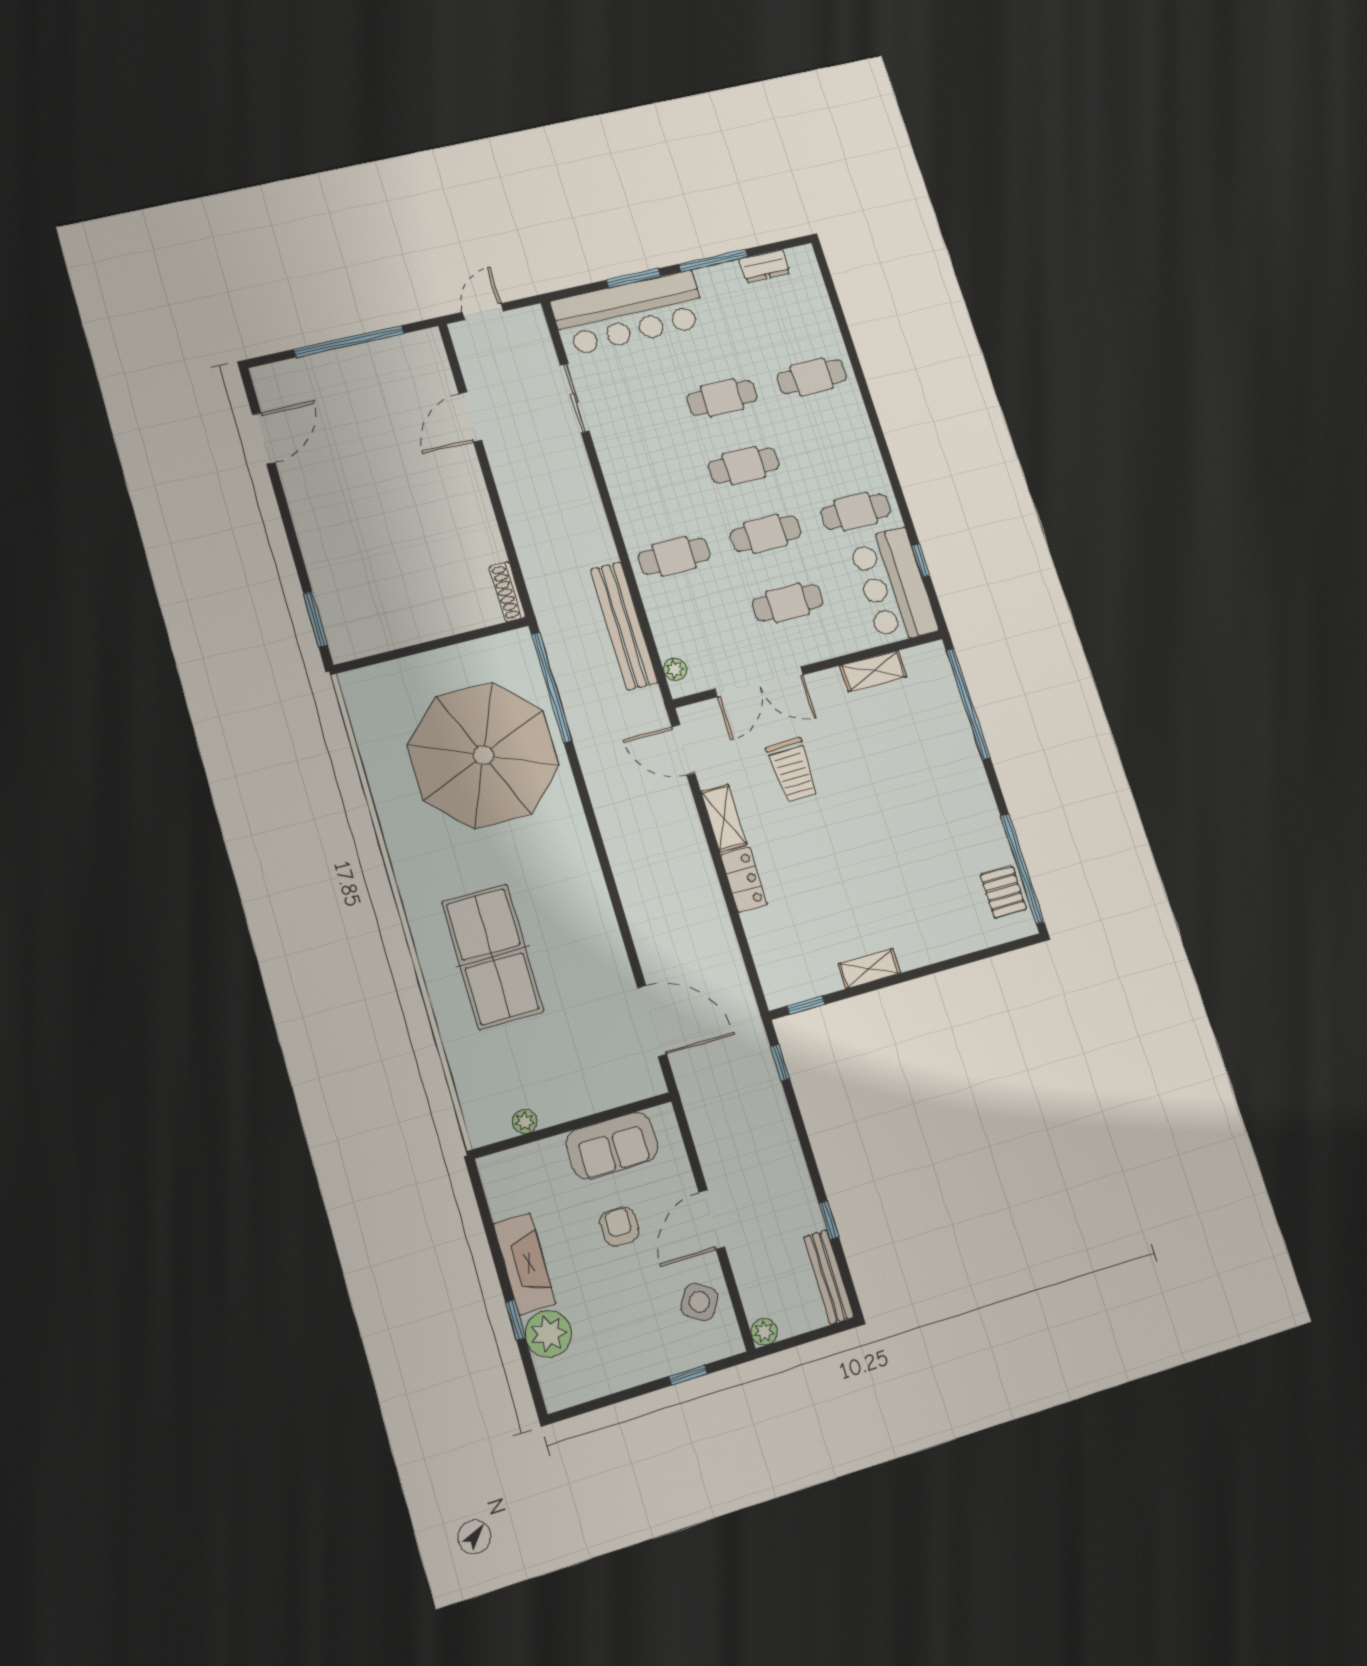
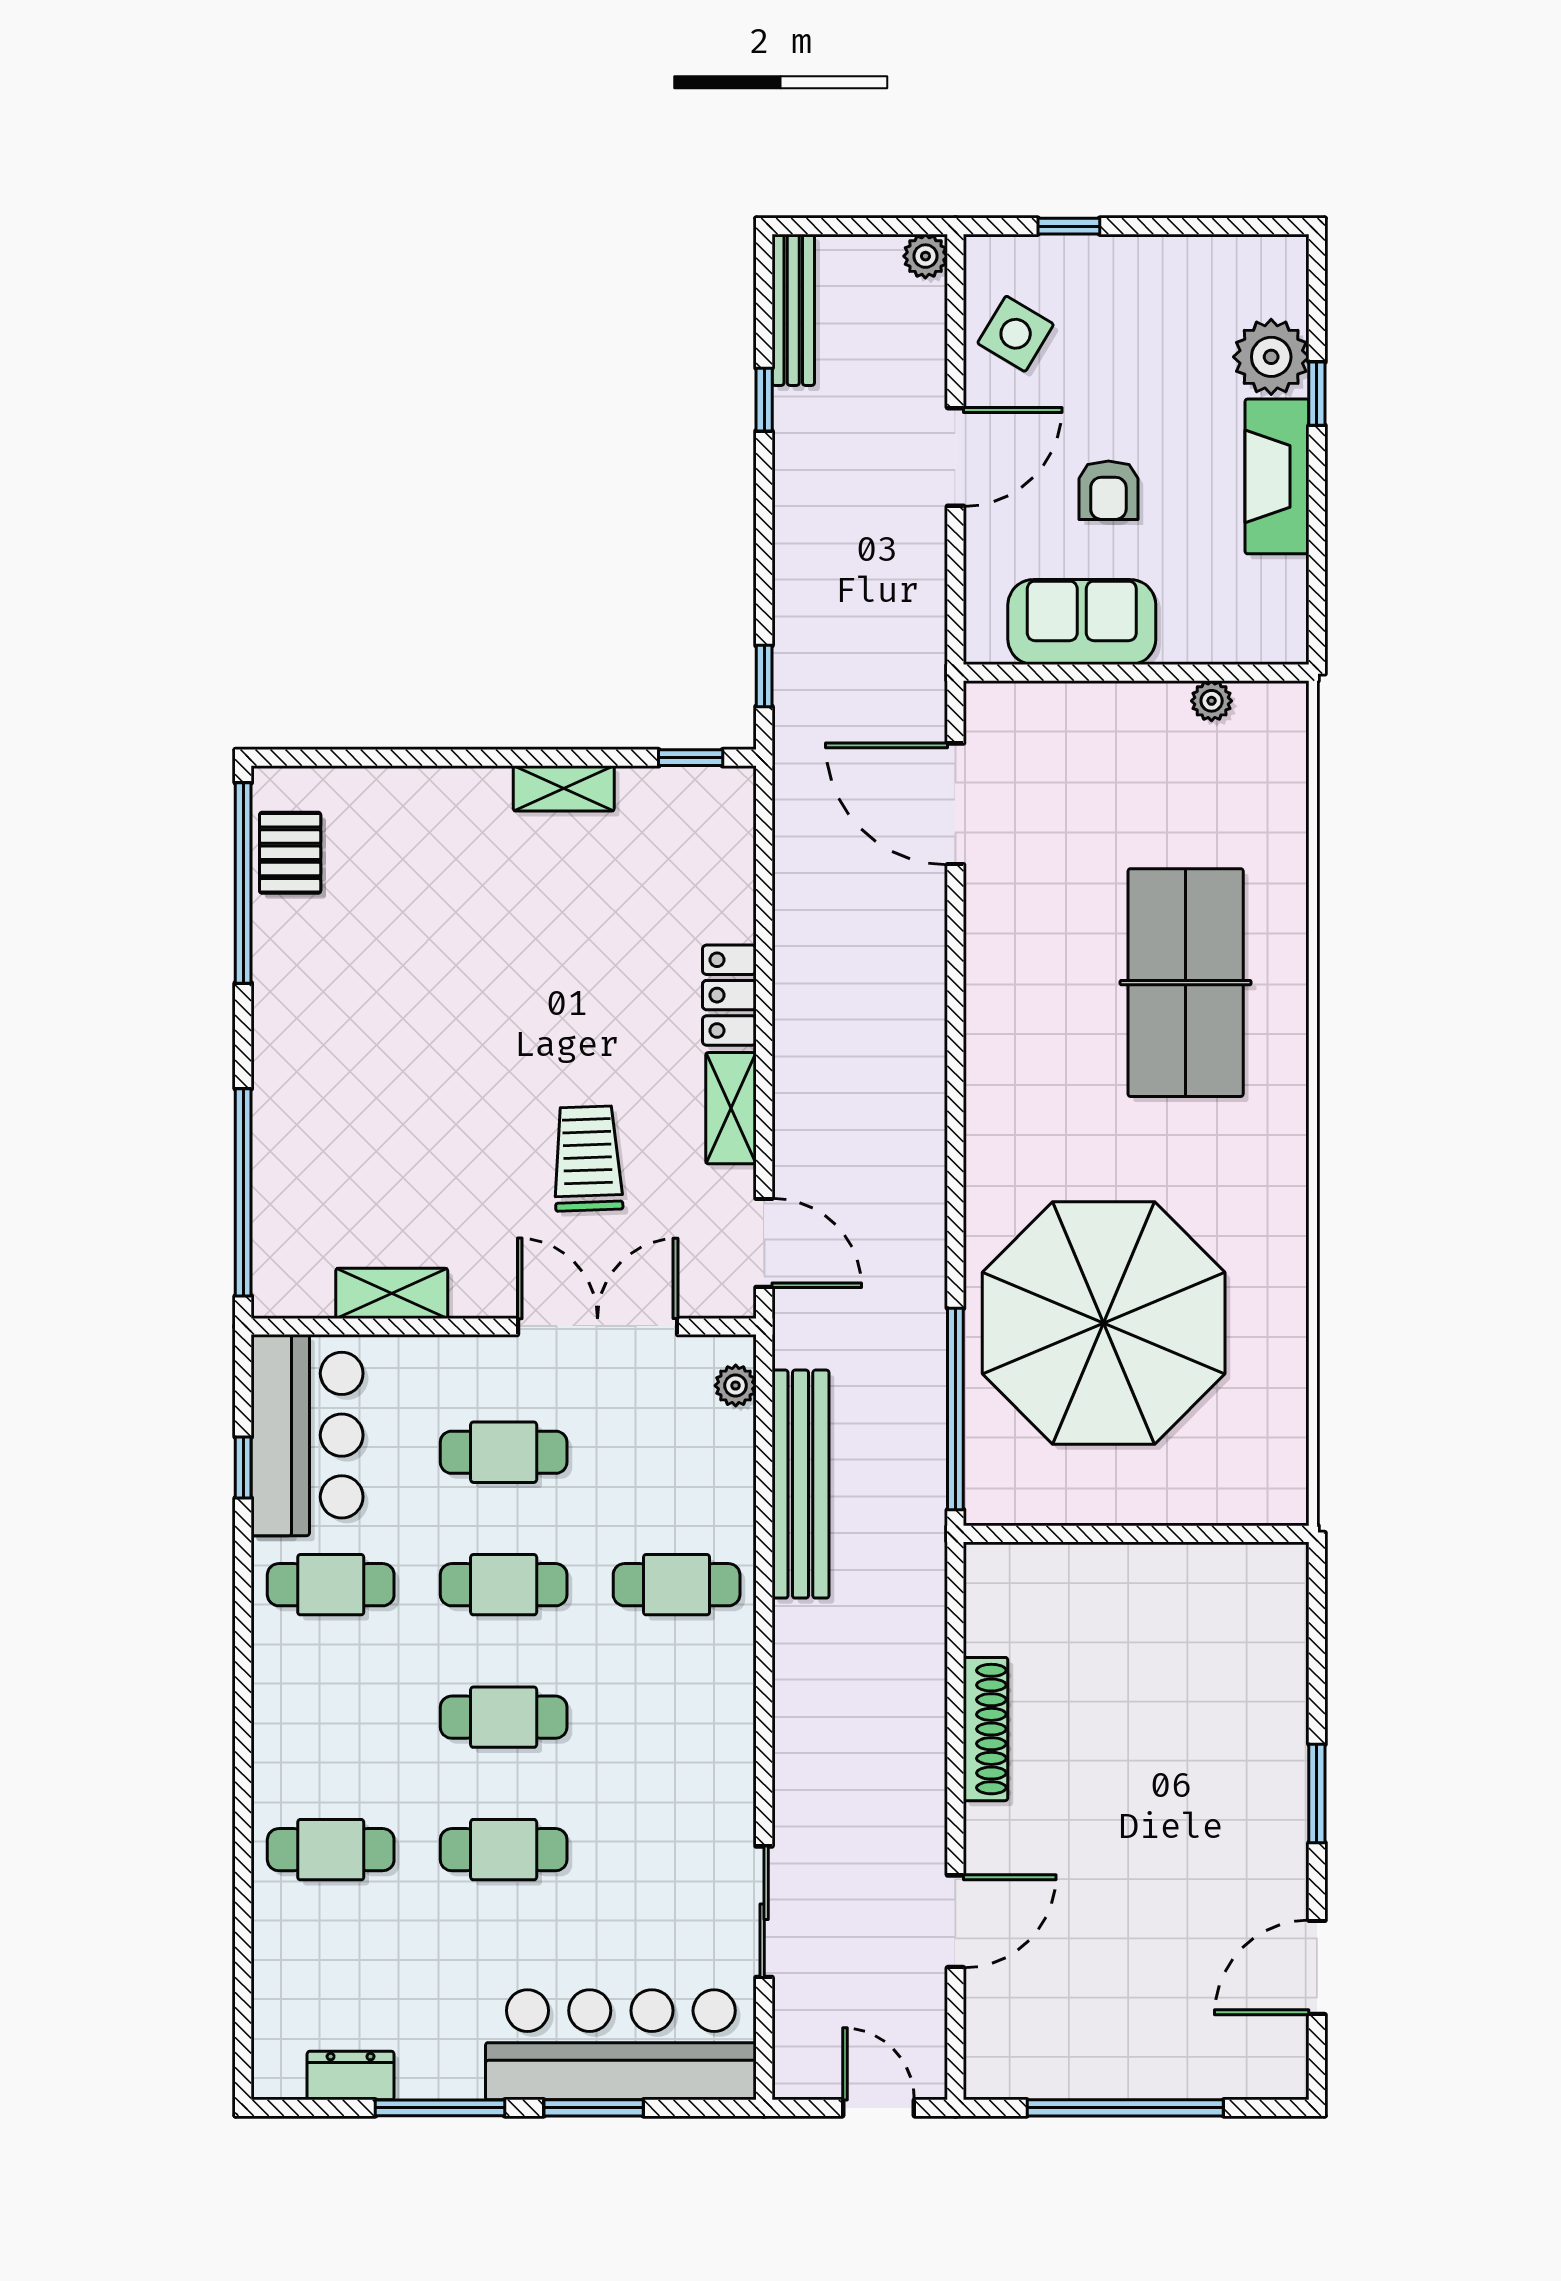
door: (483, 312) -> (879, 2108), swing flipped
shoe rack: (508, 592) -> (986, 1729), moved, width x1.36, depth x1.24
window: (315, 619) -> (1317, 1794), moved

